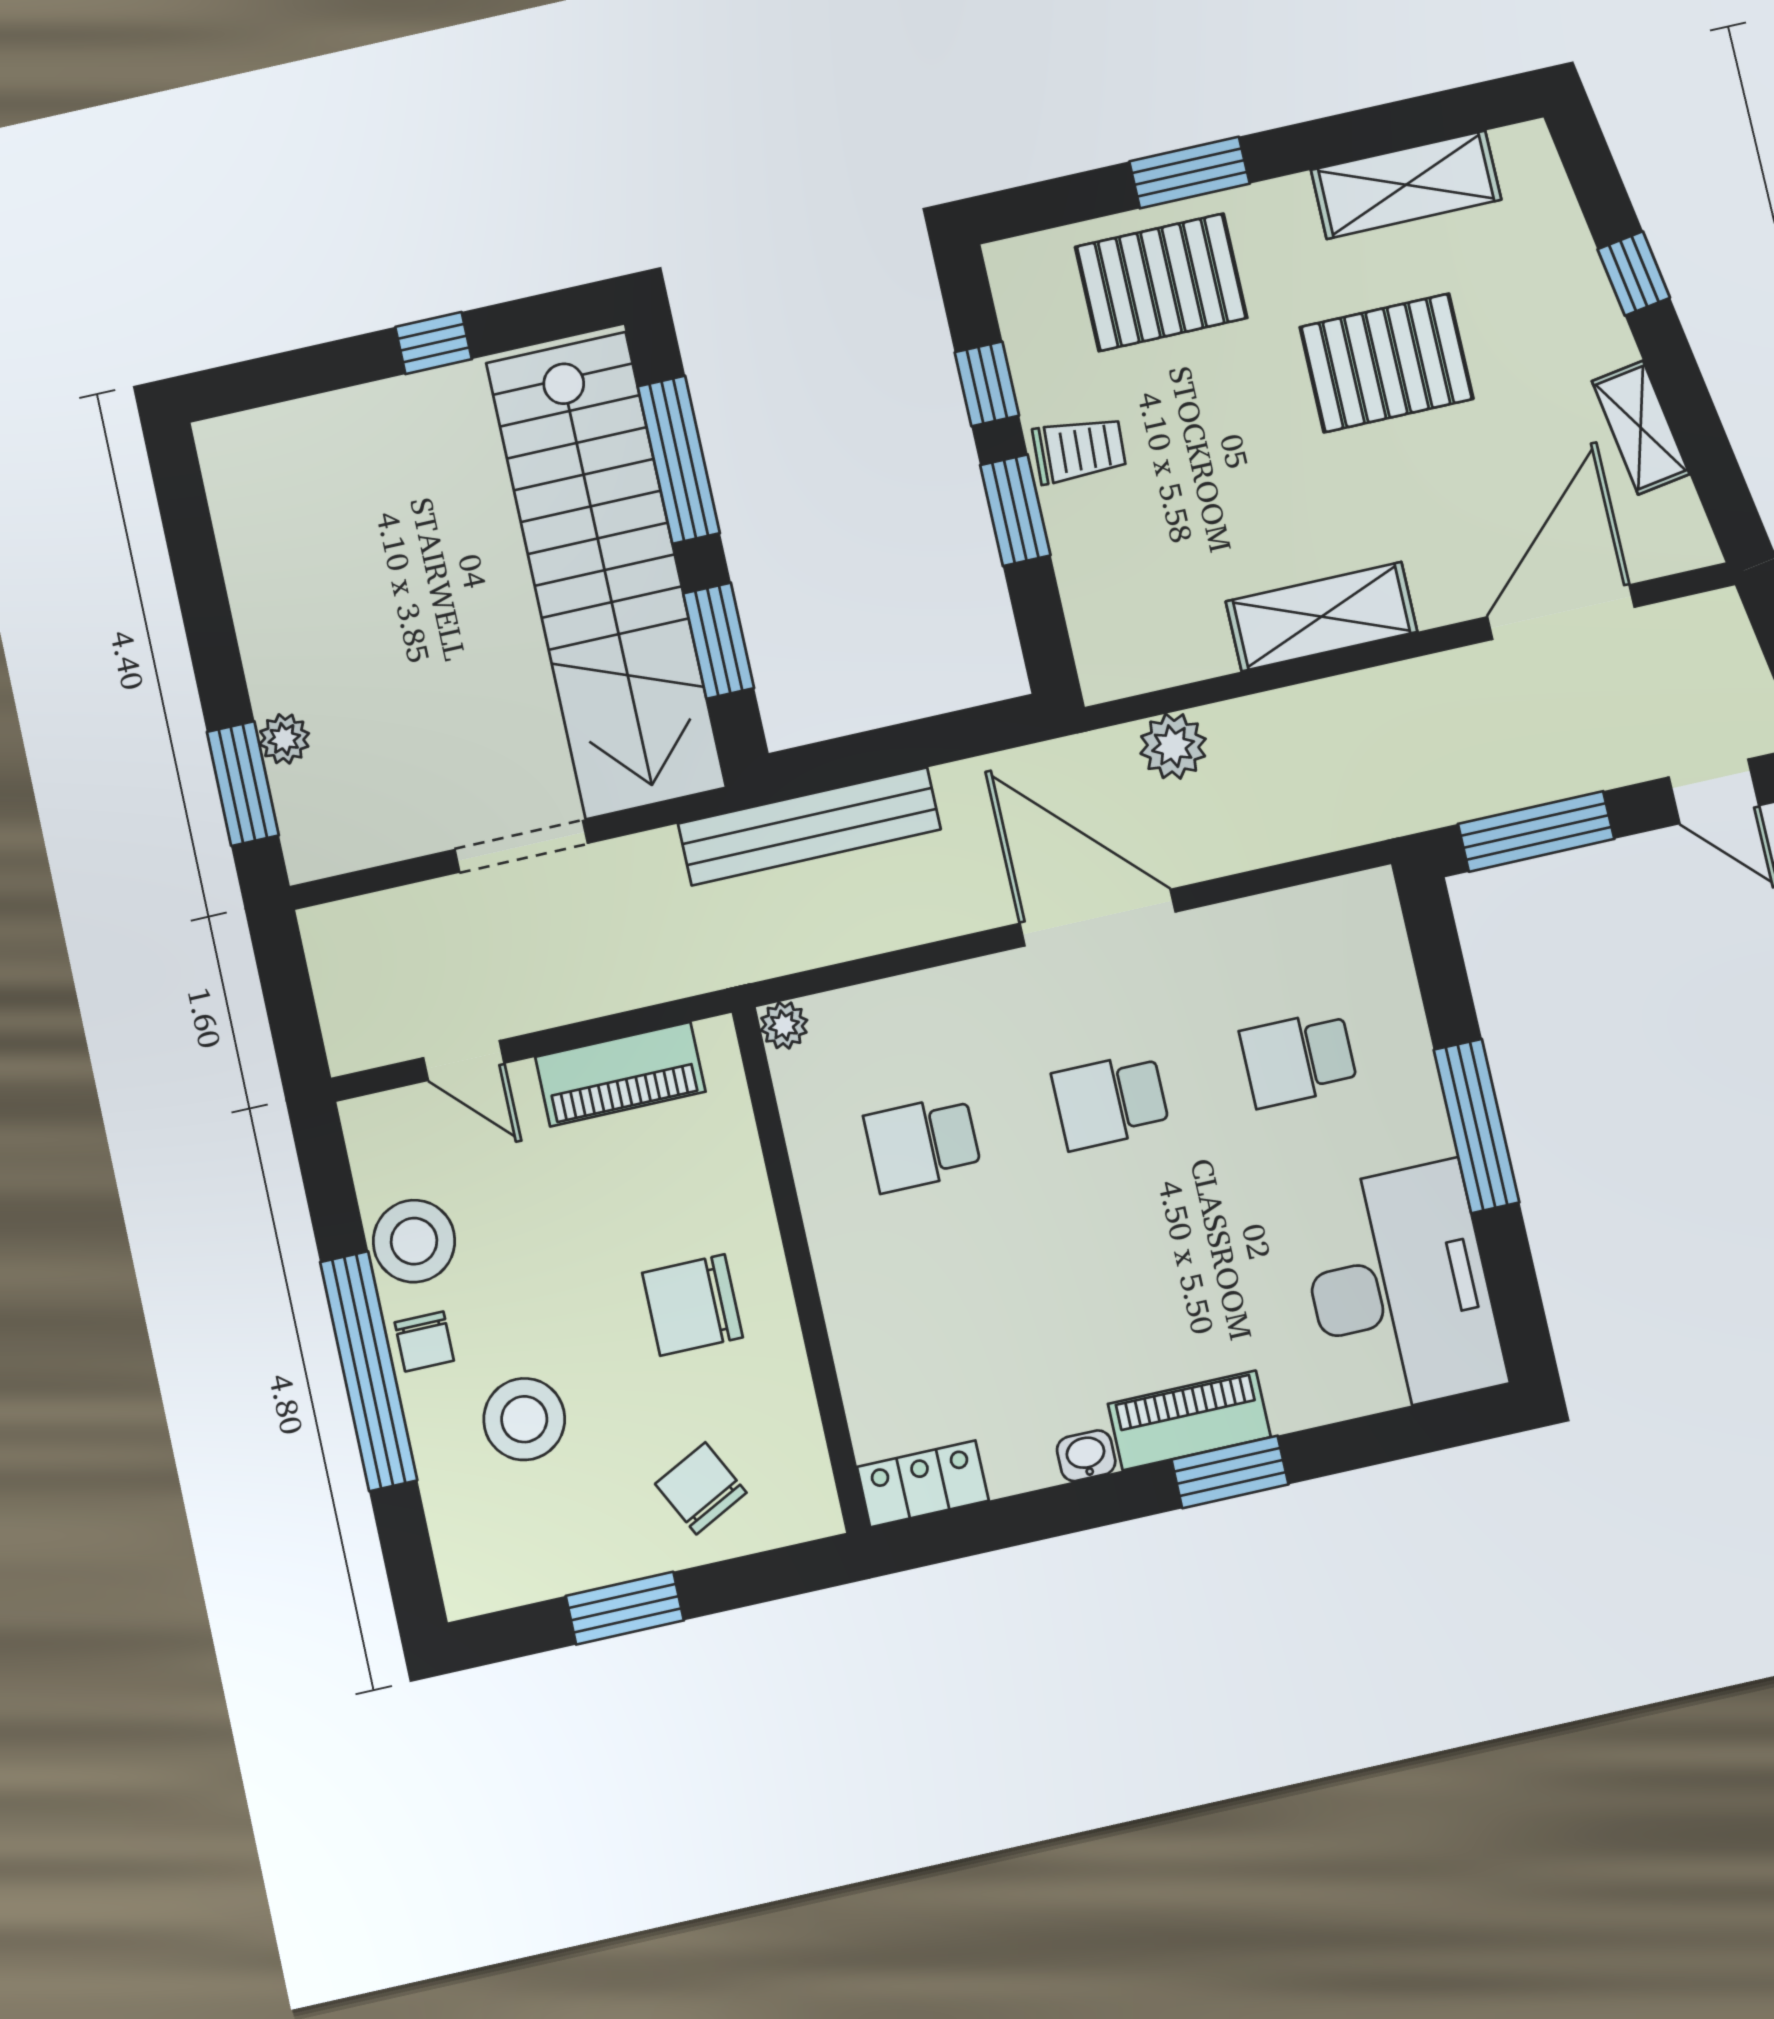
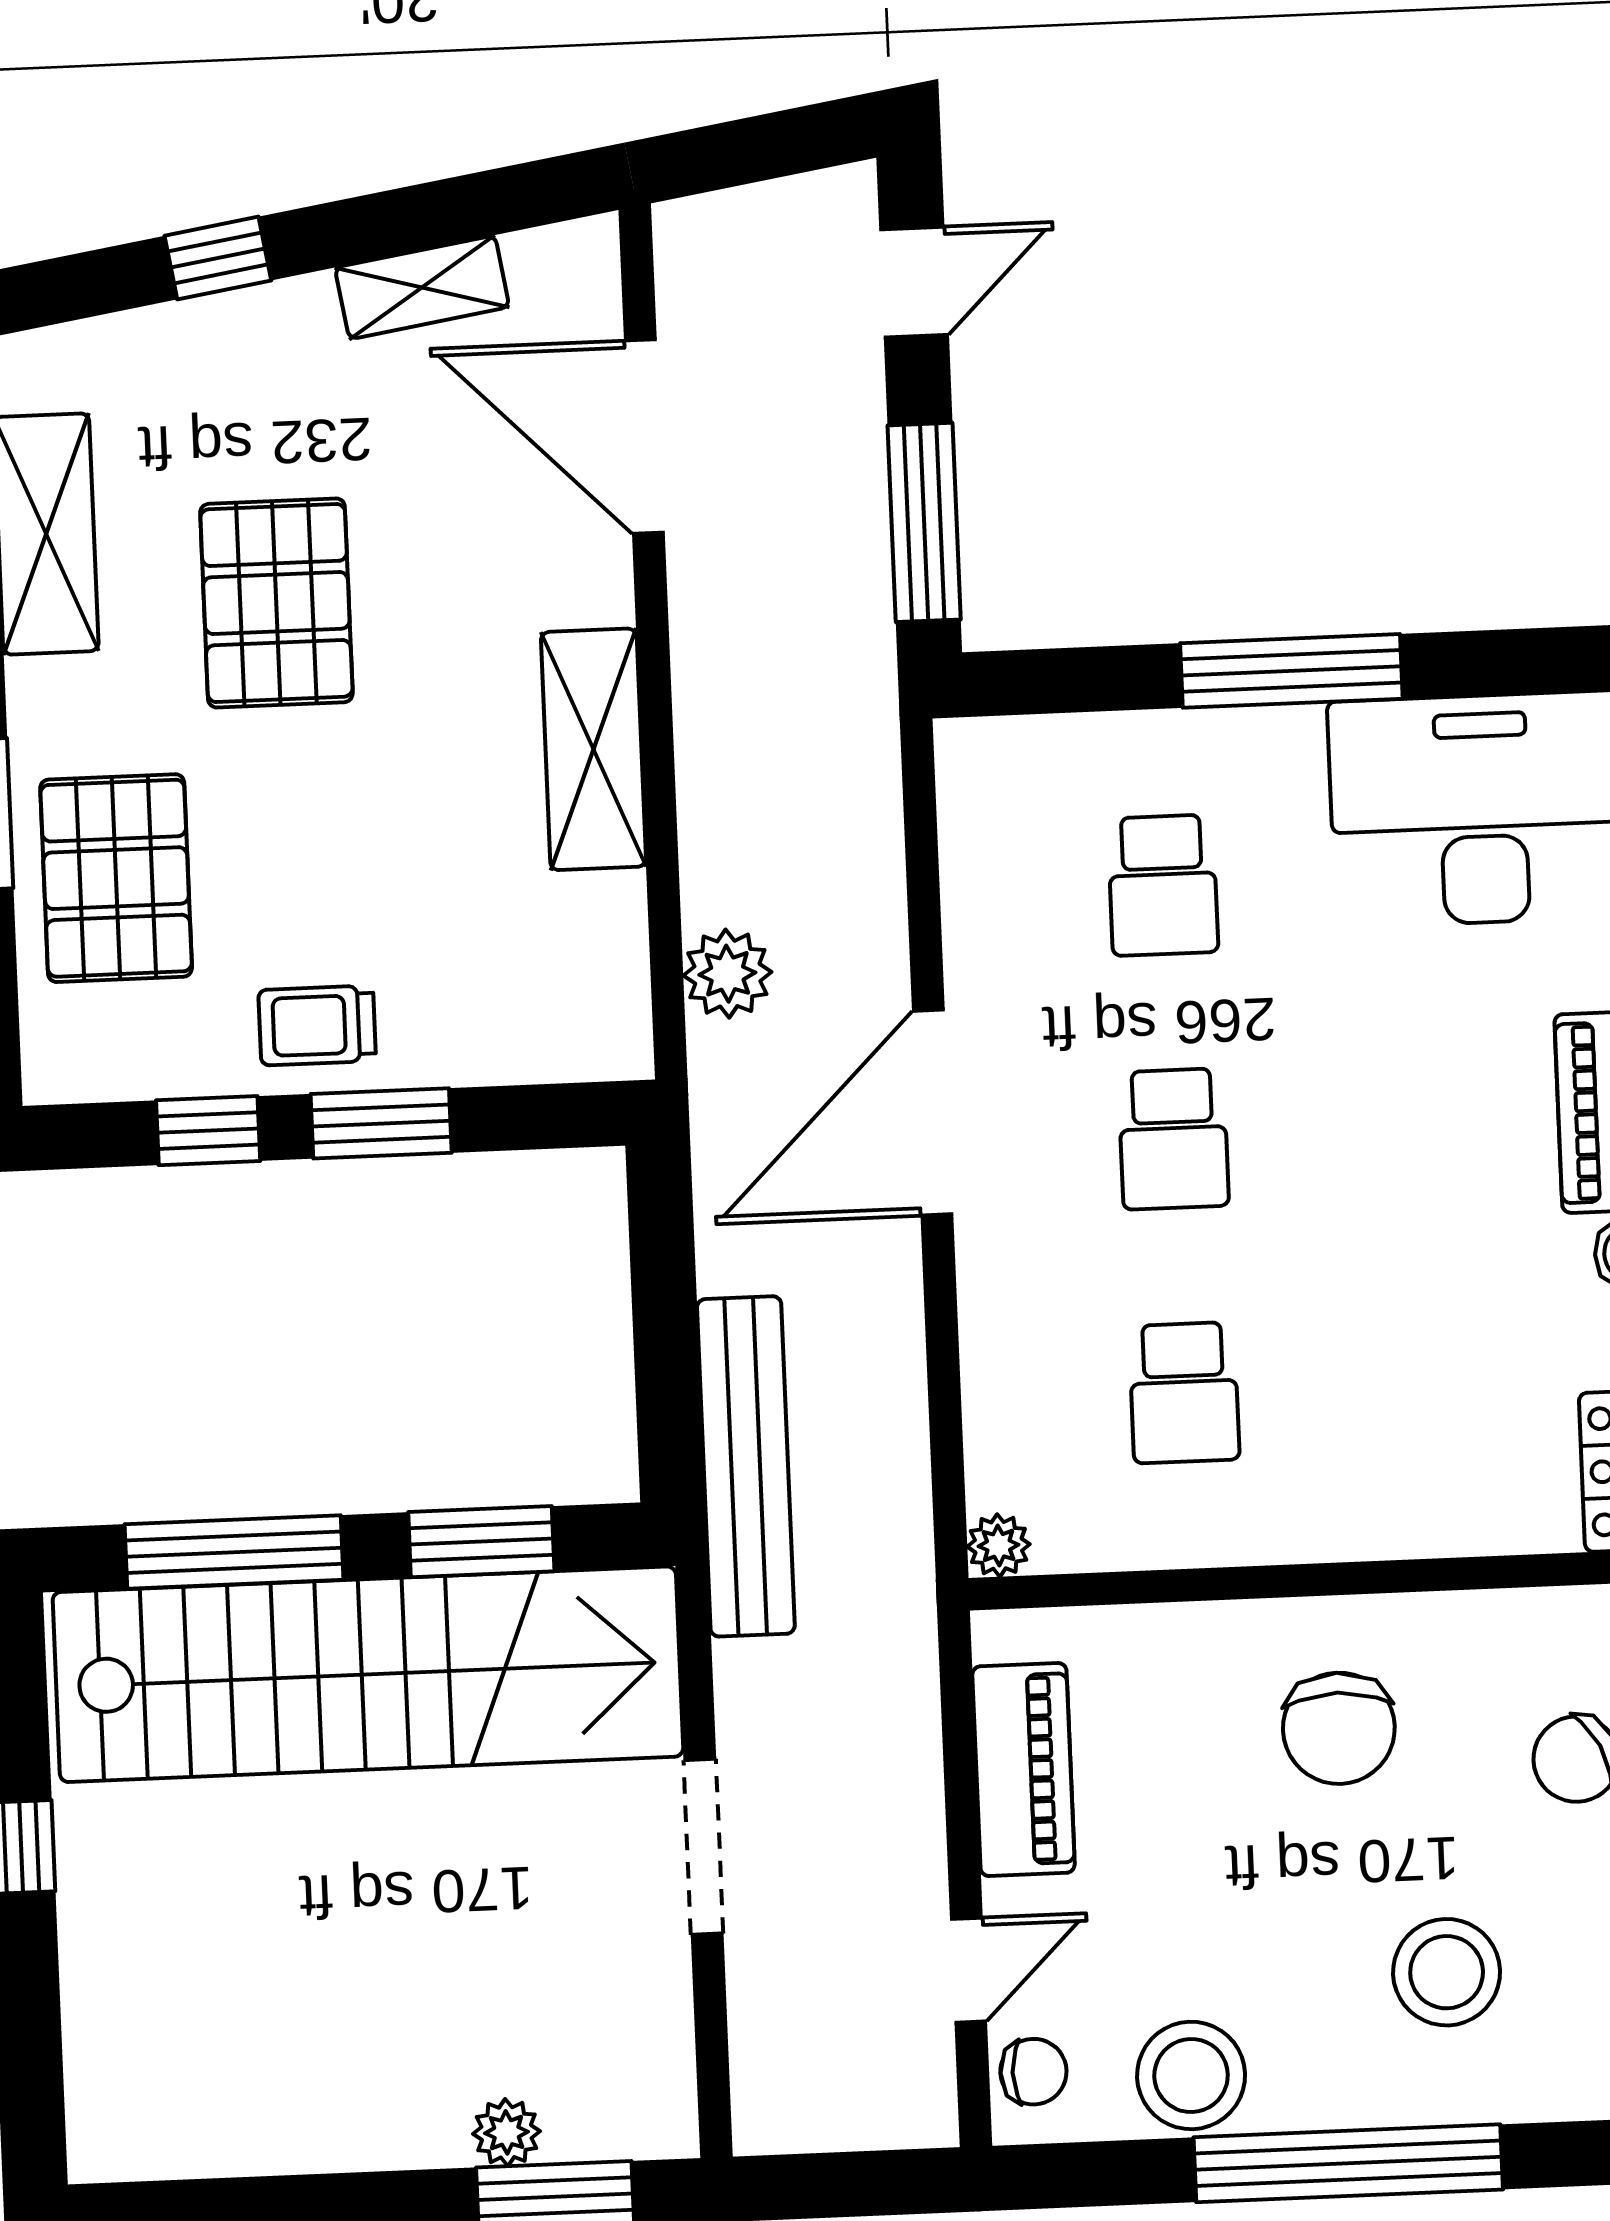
trolley: (1079, 450) -> (317, 1025), turned -93
chair: (424, 1341) -> (1033, 2072), moved

